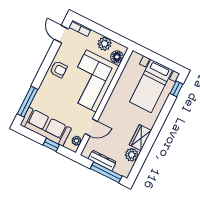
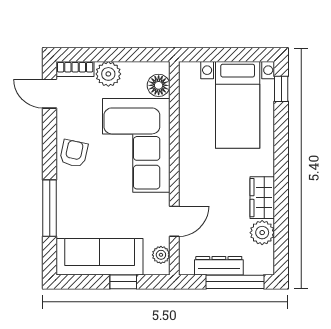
plant: (105, 44) -> (108, 74), moved
armchair: (59, 69) -> (74, 153), turned -78
window: (27, 102) -> (50, 208), moved

